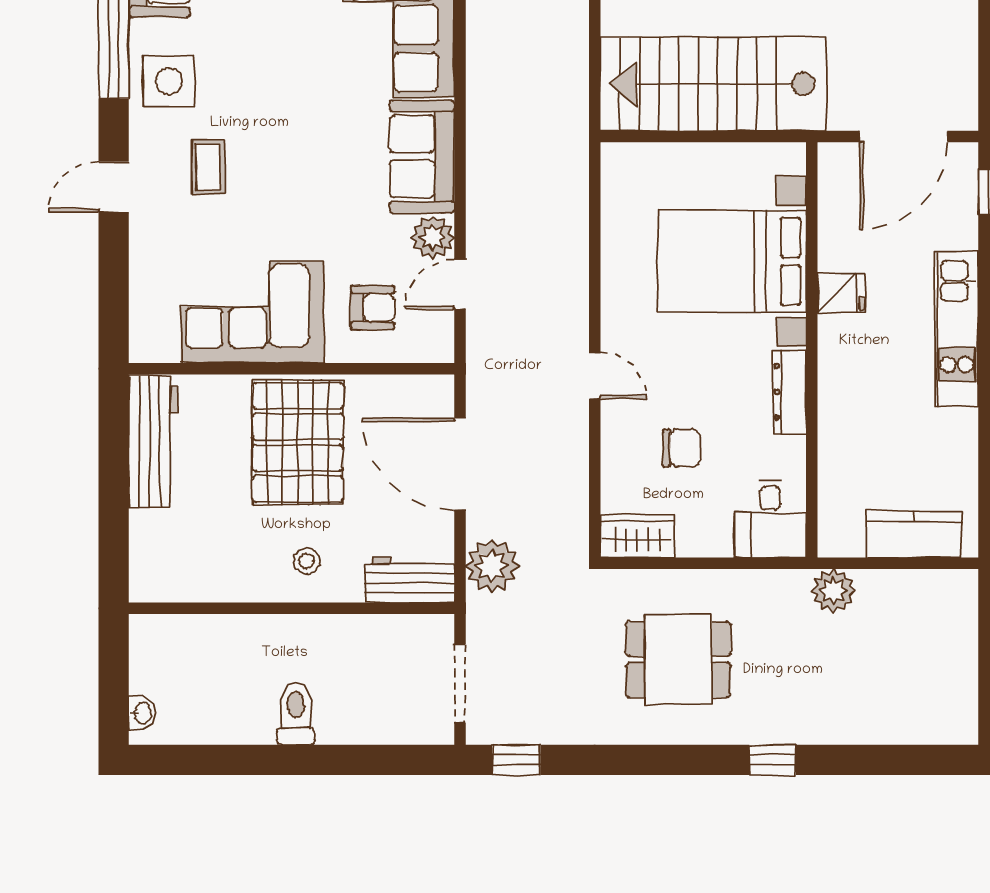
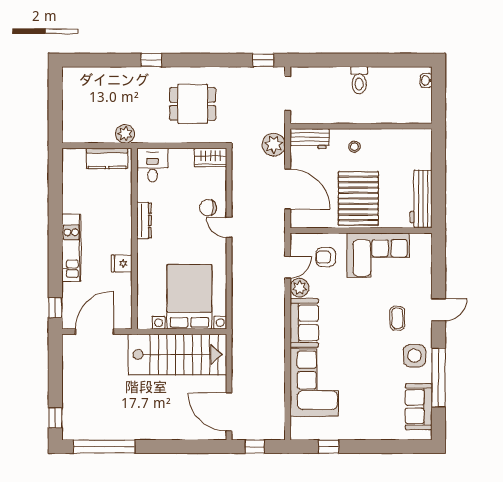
bed with nightstands: (732, 261) -> (189, 297), moved, turned -90
chair: (681, 448) -> (208, 208), moved
kitchen counter: (914, 534) -> (107, 158), moved

